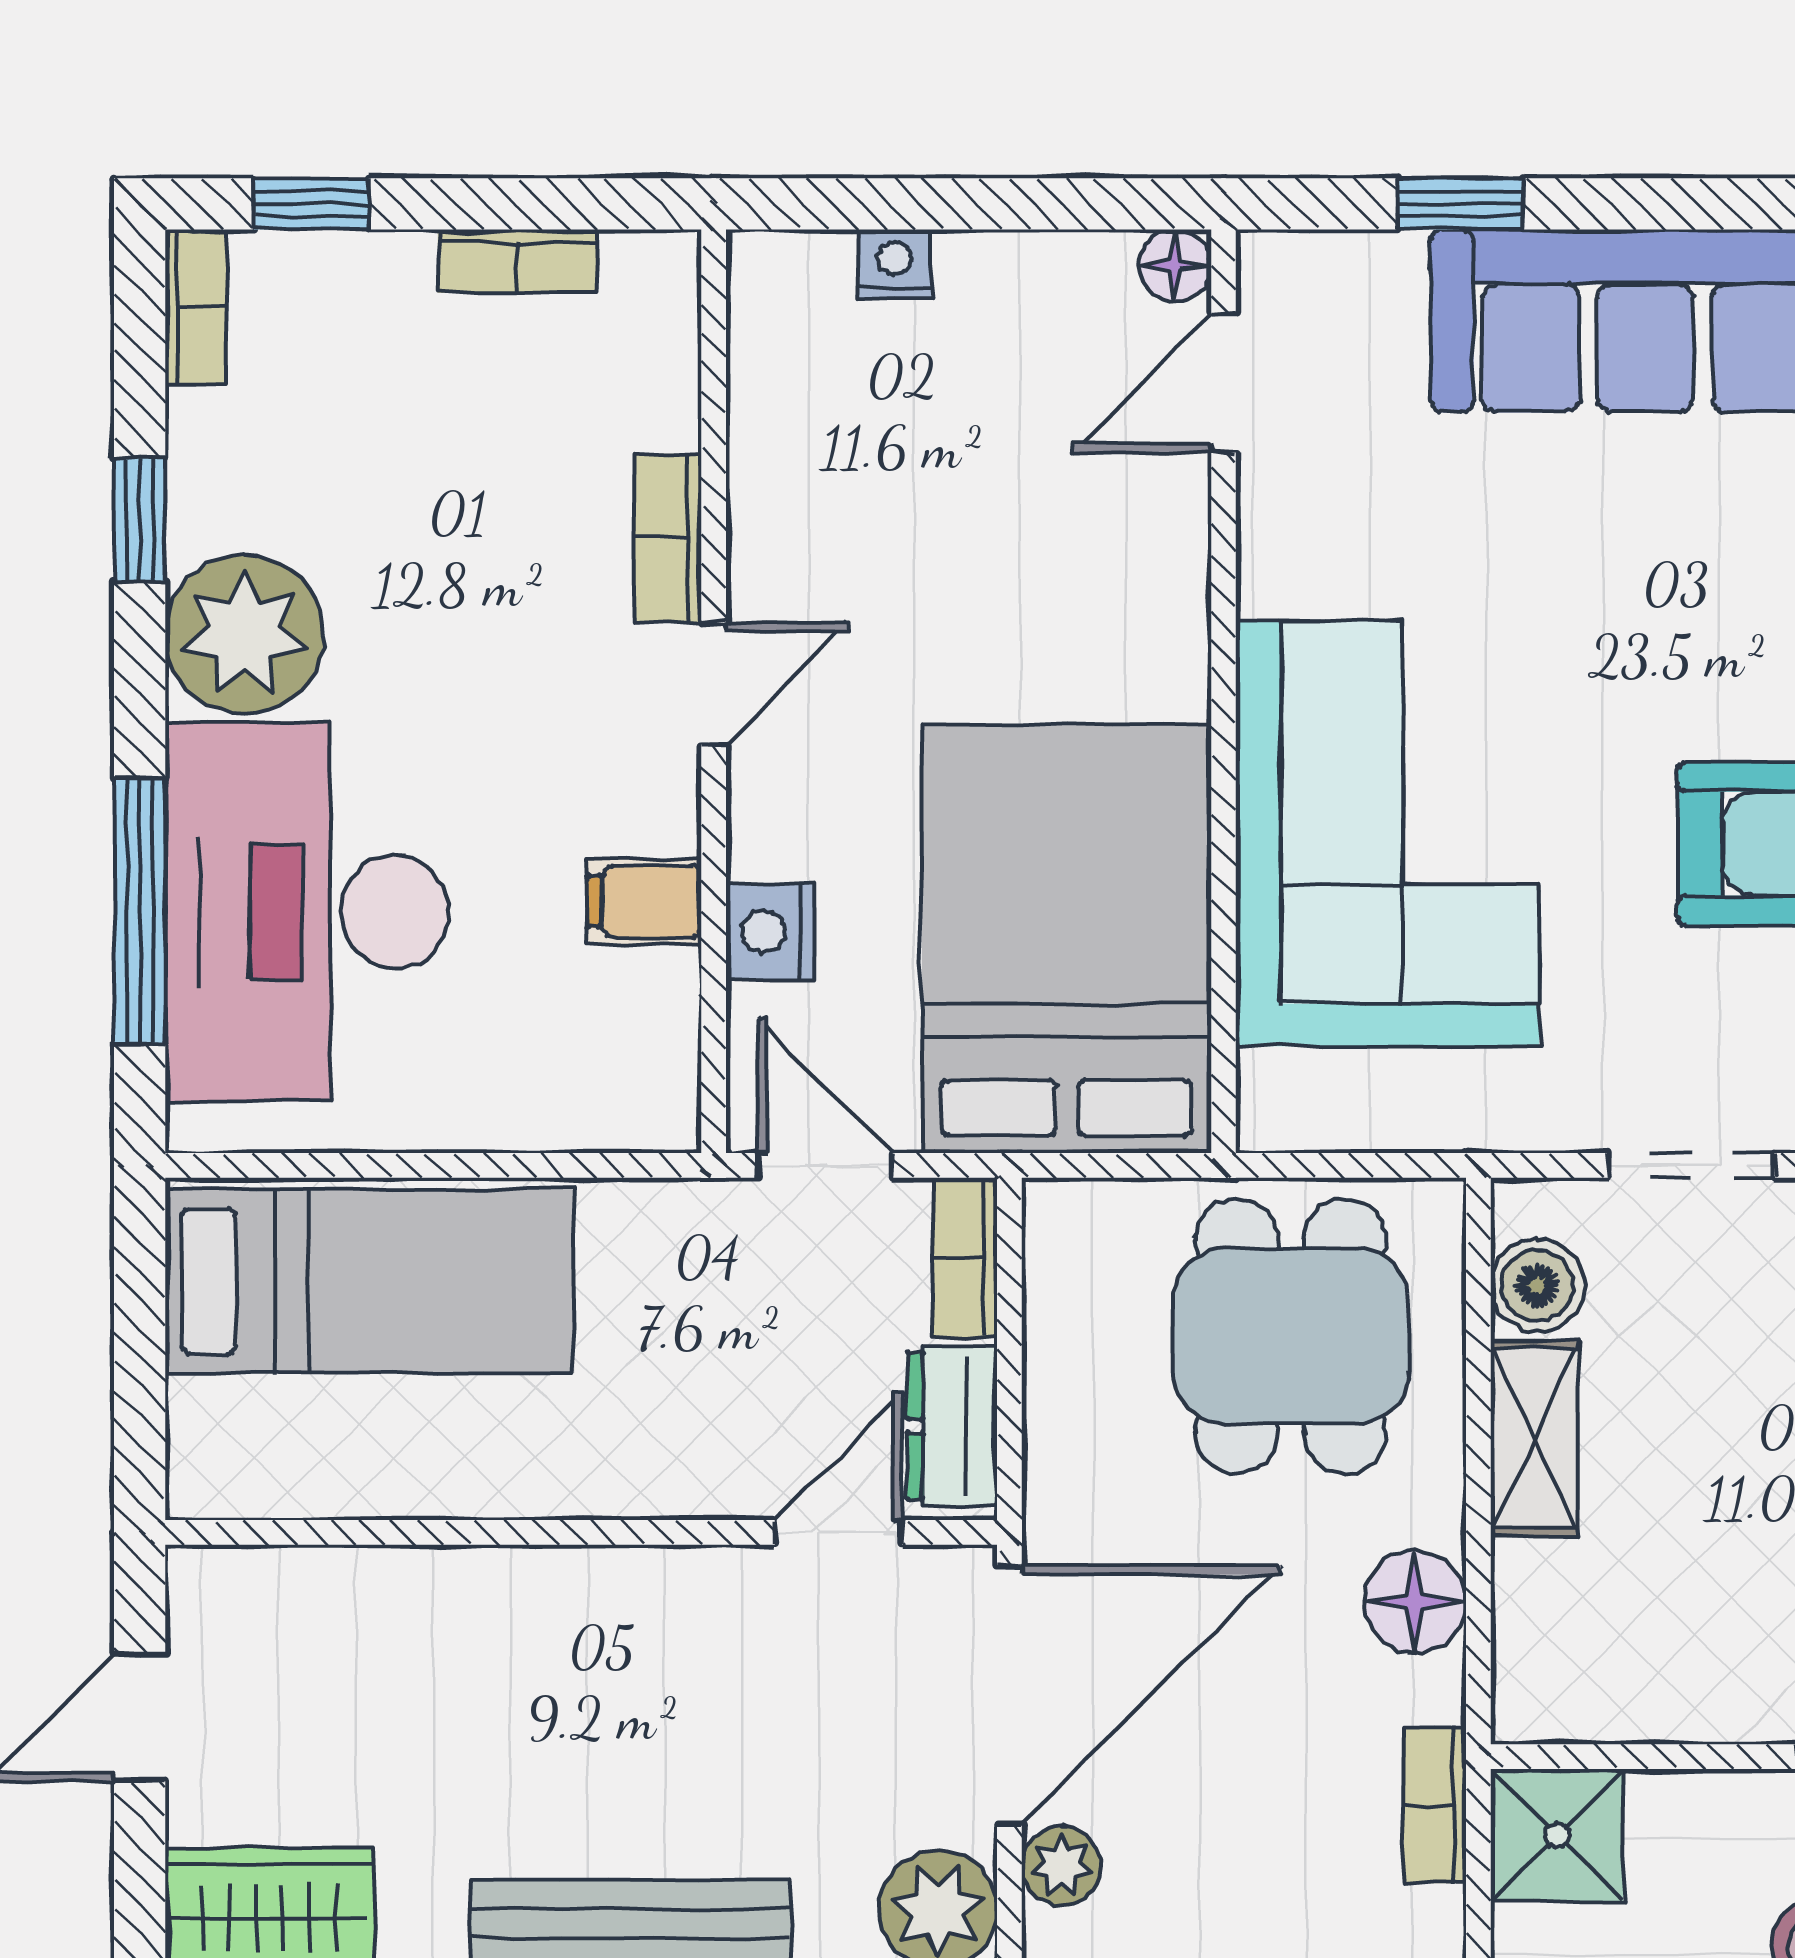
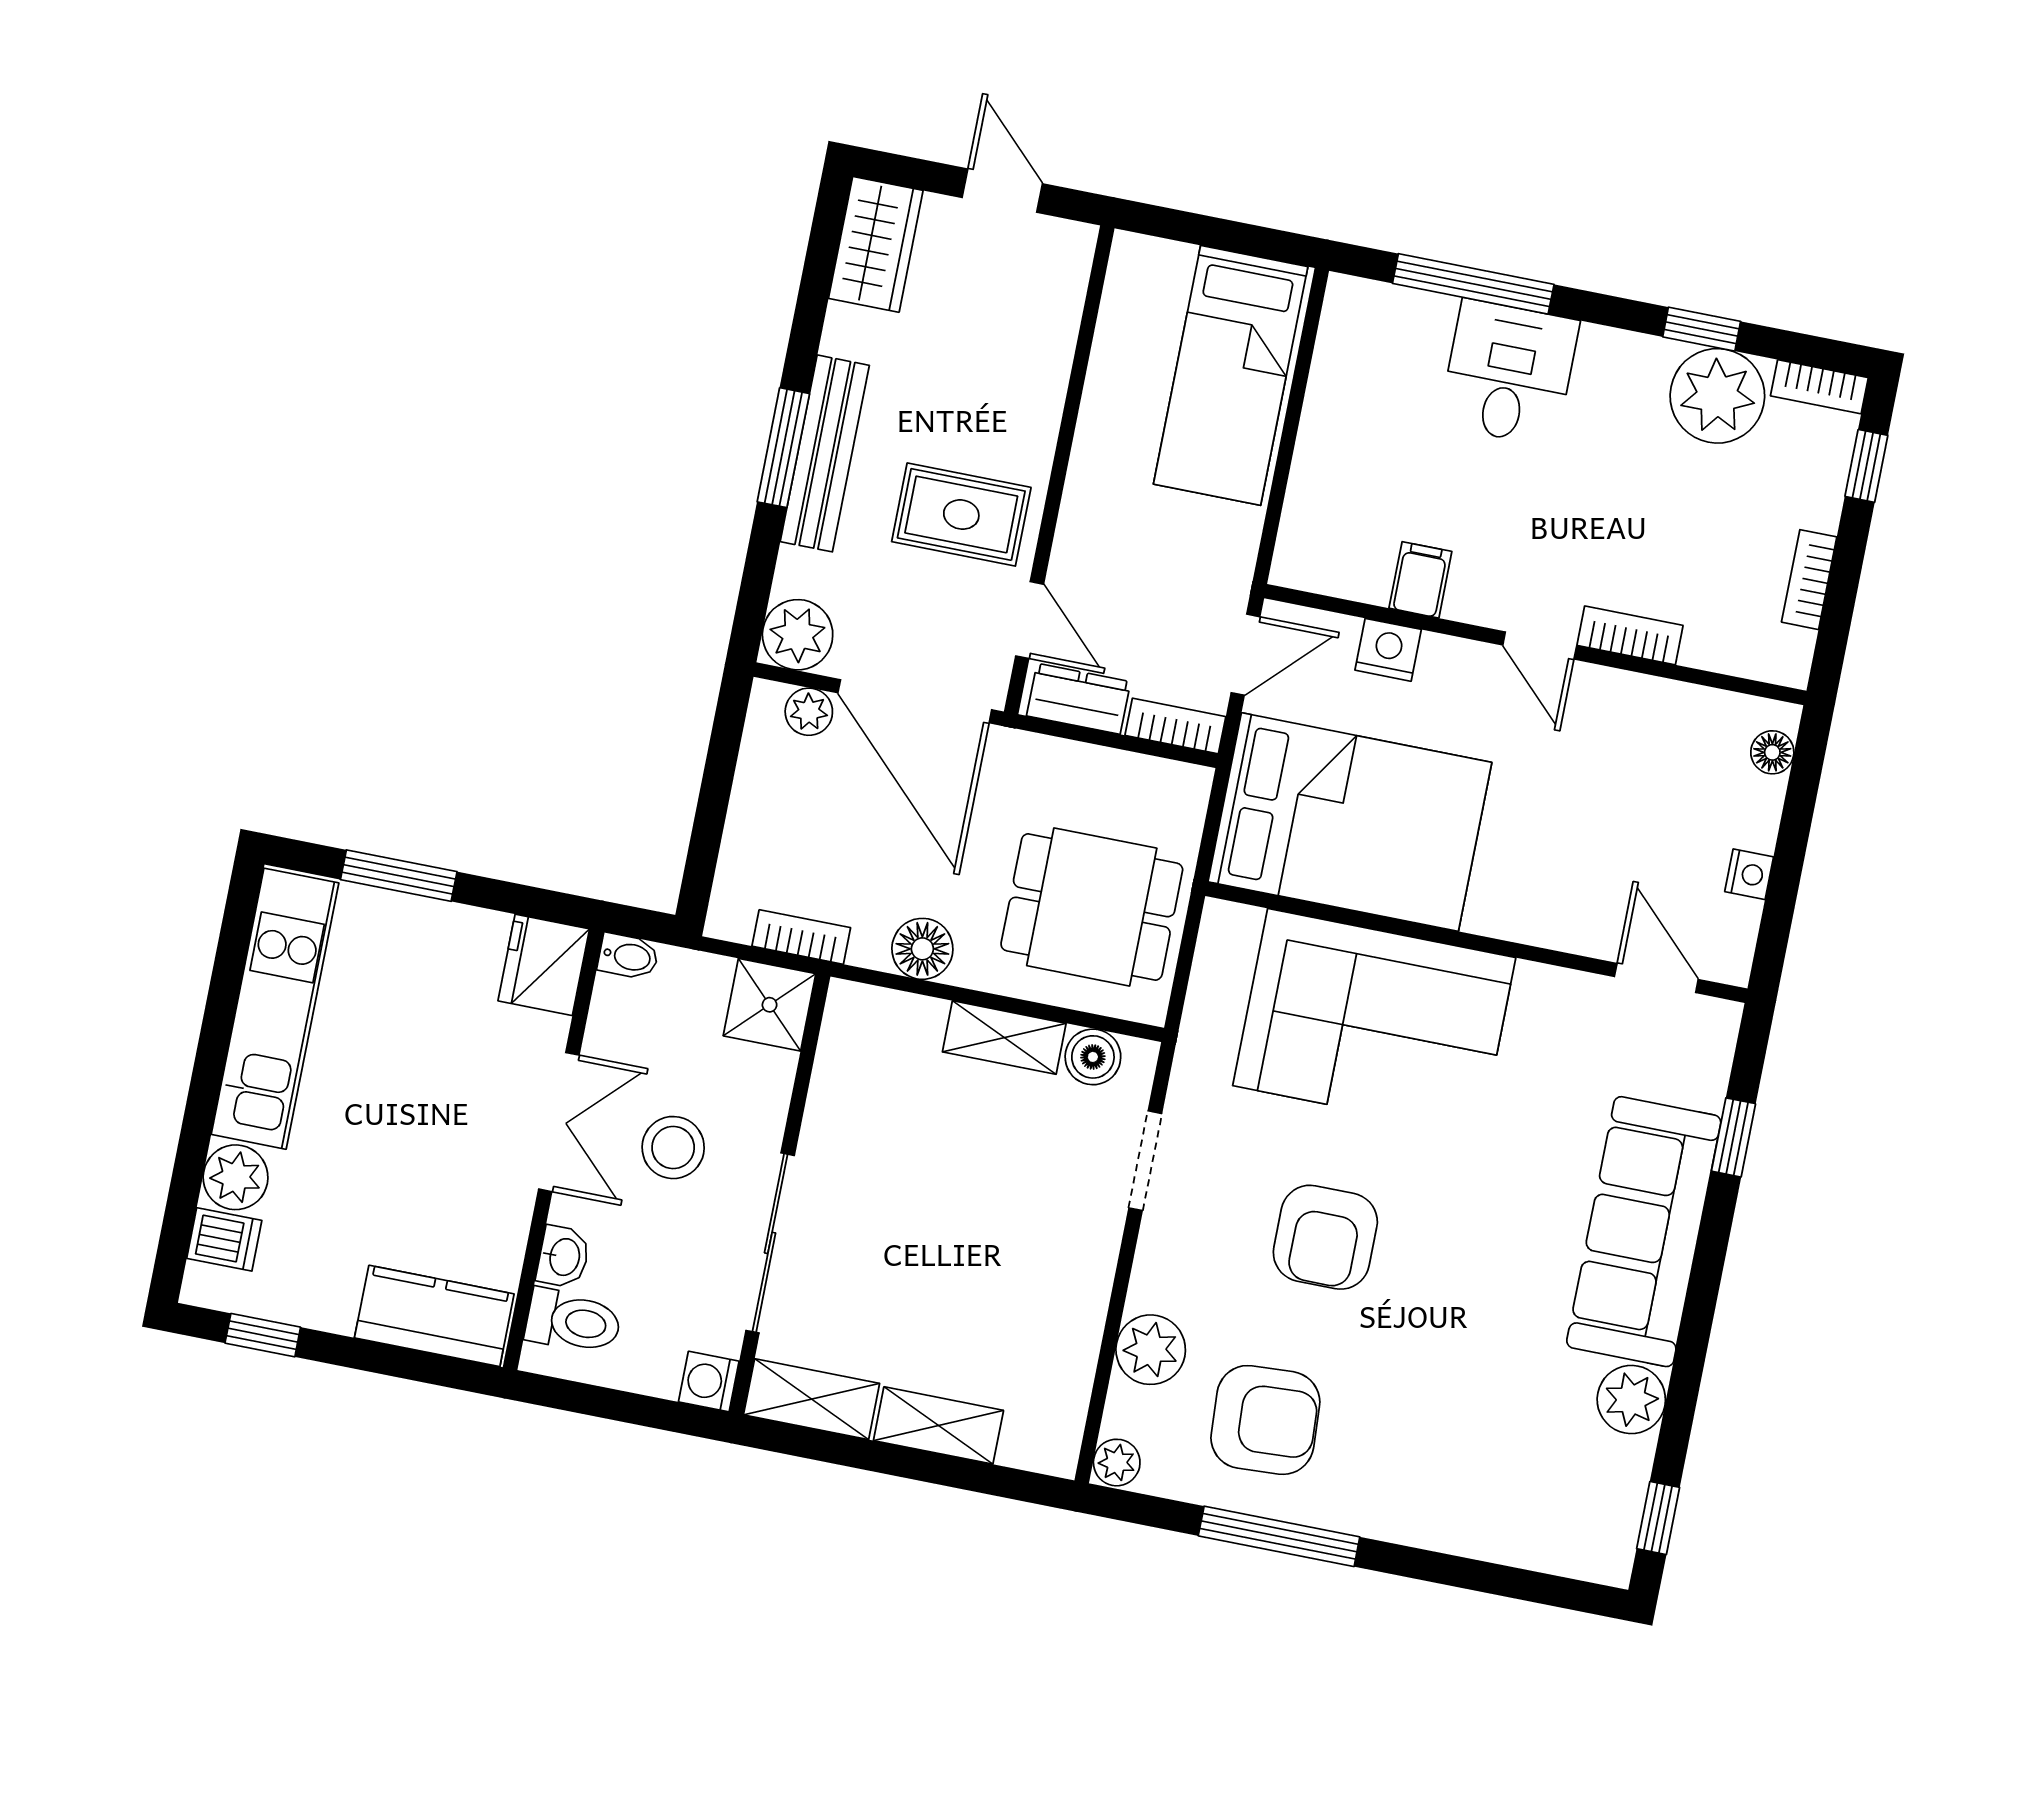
nightstand: (895, 264) -> (1749, 874), moved
floor lamp: (1175, 265) -> (1772, 752), moved
plant: (245, 634) -> (1717, 396), moved
desk: (307, 912) -> (1509, 373), width x0.53, depth x0.77
rug: (687, 1679) -> (961, 515), added

